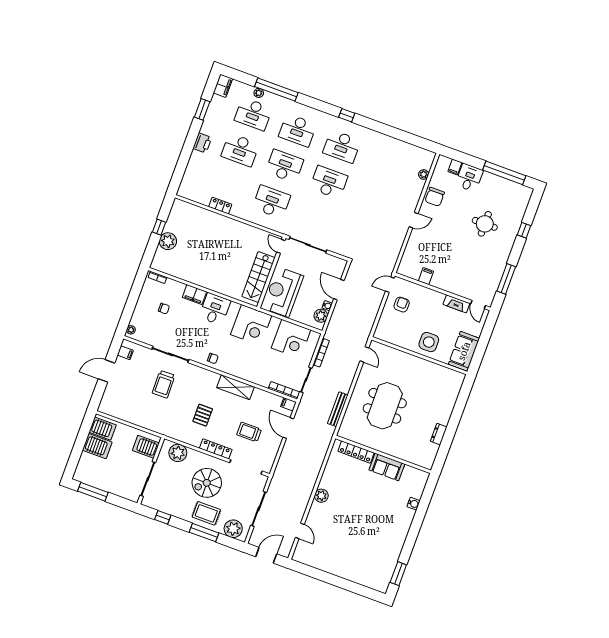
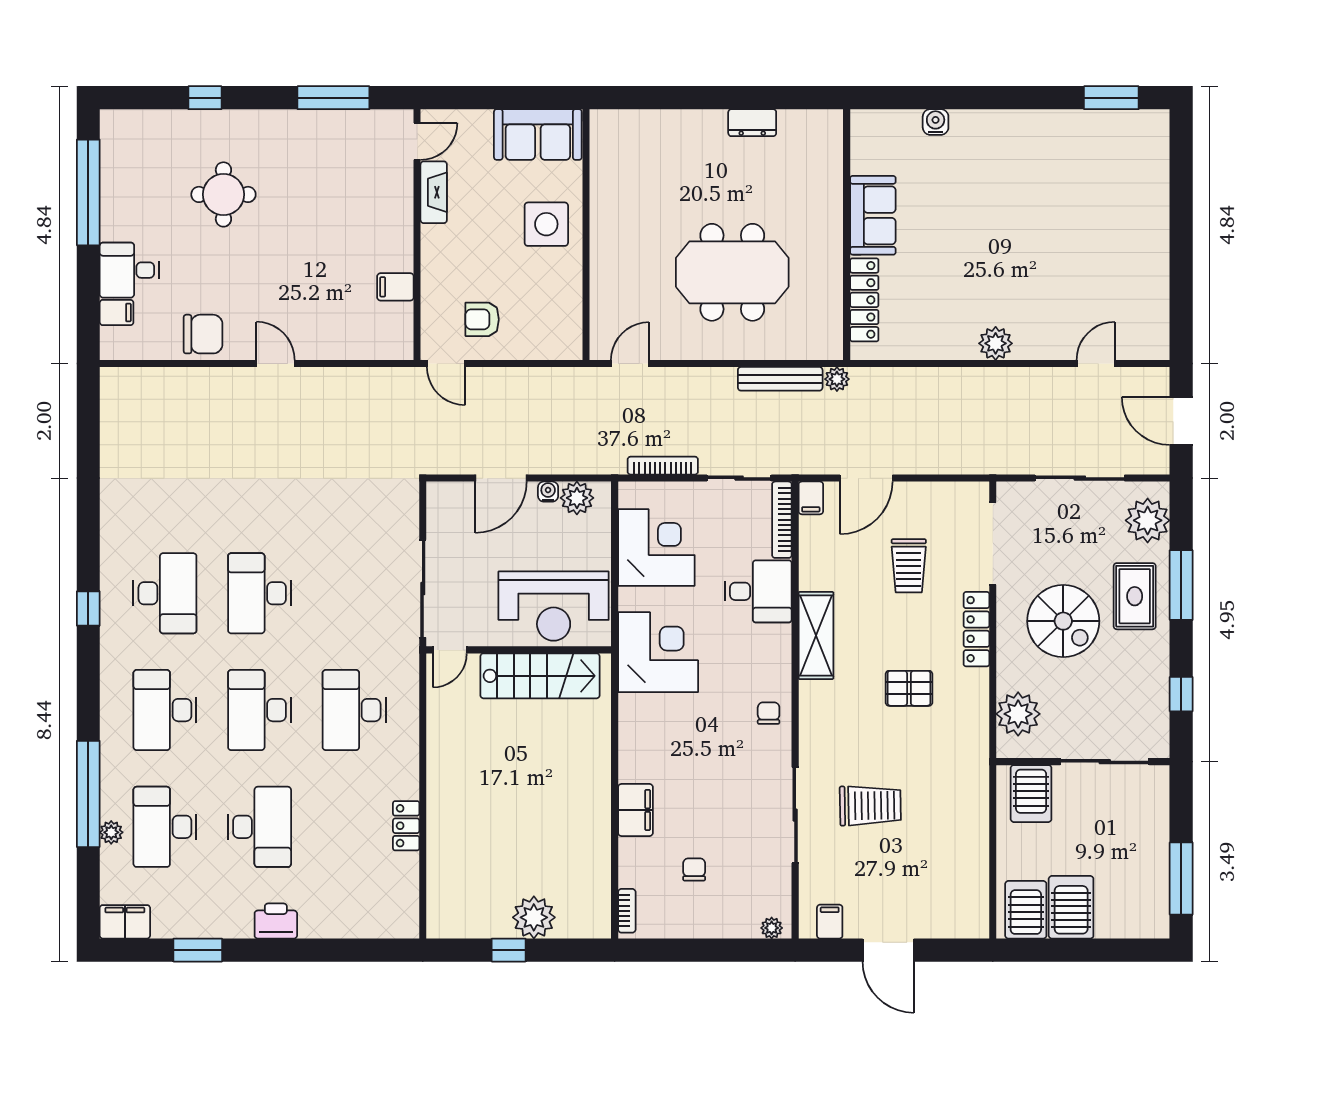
desk: (253, 114) -> (165, 827), turned 180
desk: (298, 130) -> (165, 710), turned 180
plant: (424, 174) -> (837, 379), moved
desk: (215, 309) -> (758, 591), moved, turned 180

